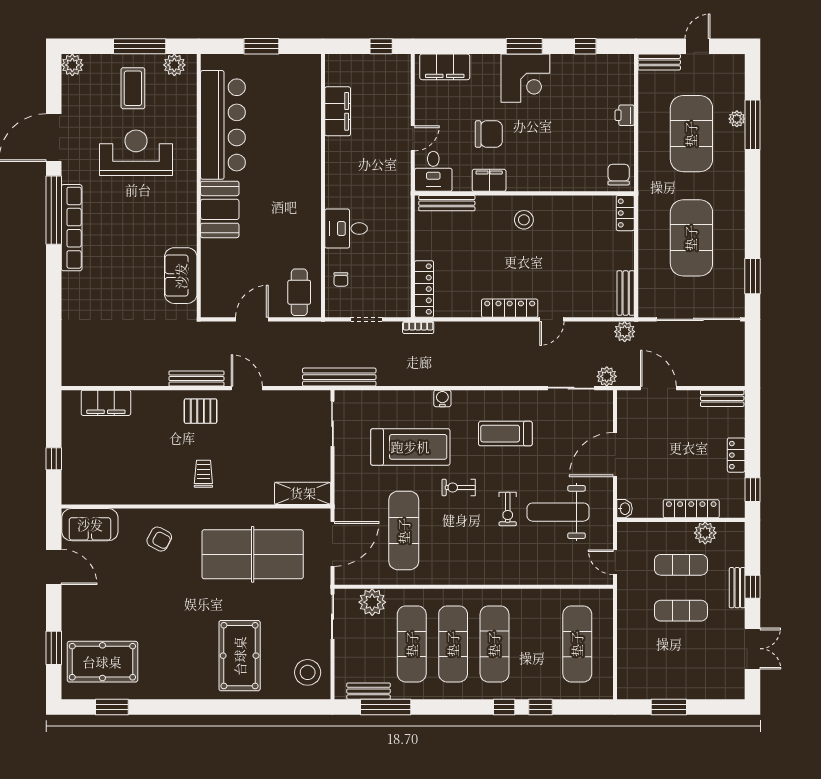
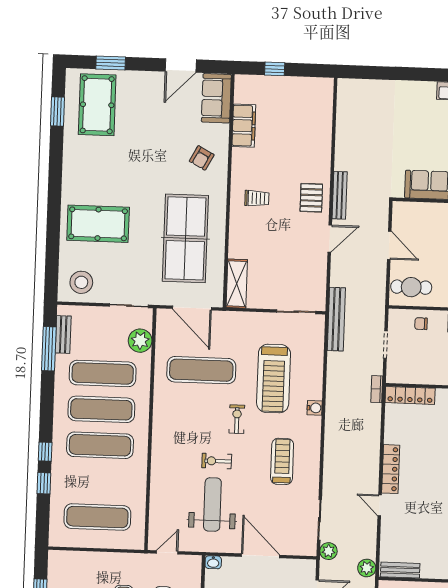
filing cabinet: (106, 403) -> (244, 126), moved, turned 180

